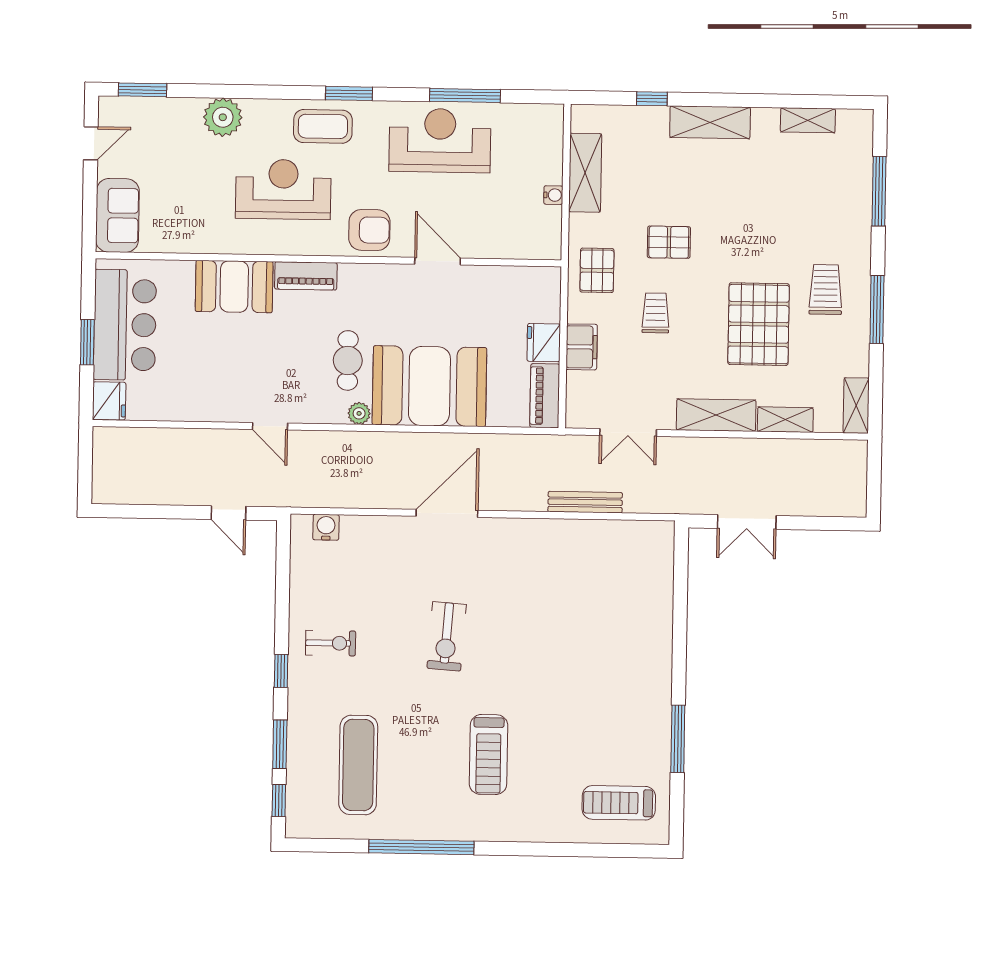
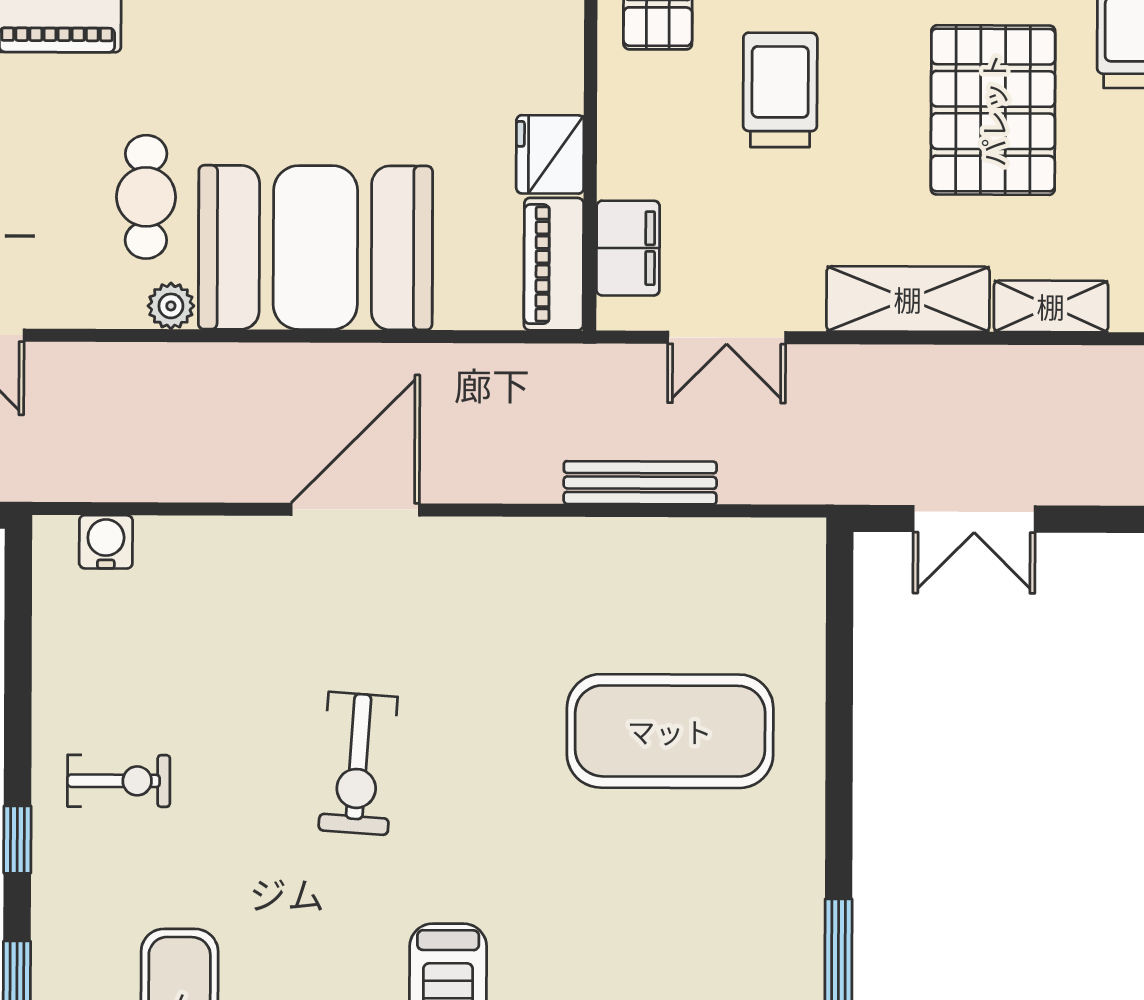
trolley: (656, 313) -> (780, 90), width x1.36, depth x1.39
filing cabinet: (582, 347) -> (628, 248), moved
exercise mat: (598, 623) -> (670, 731), added

